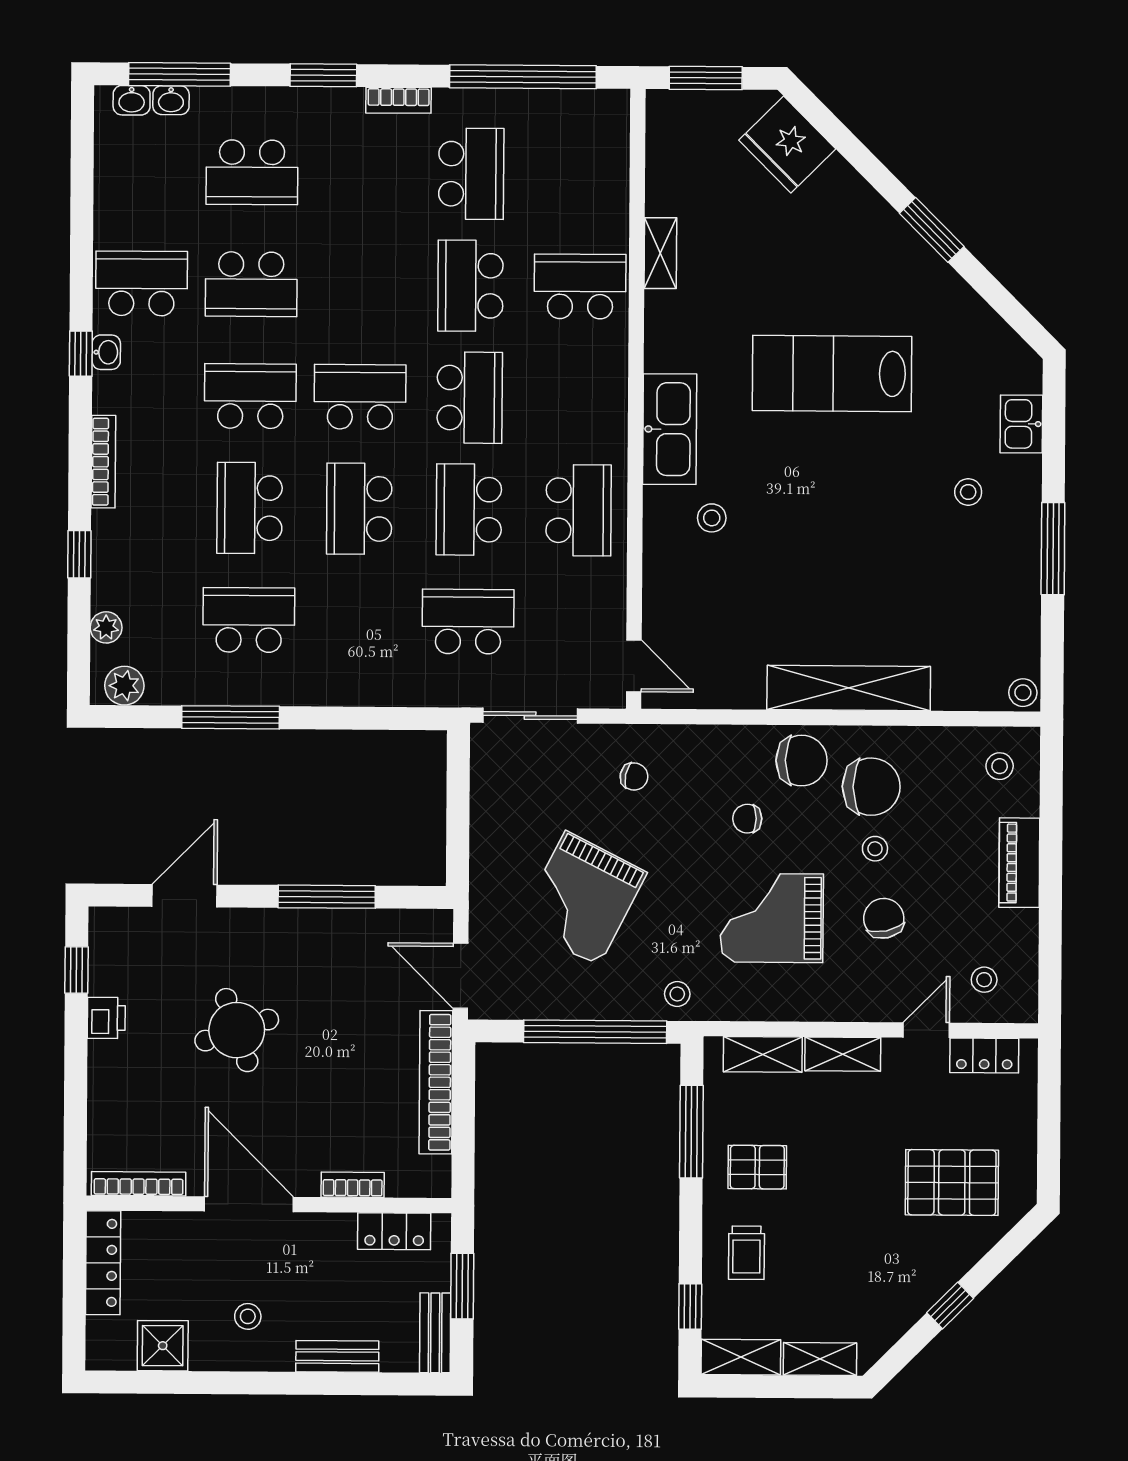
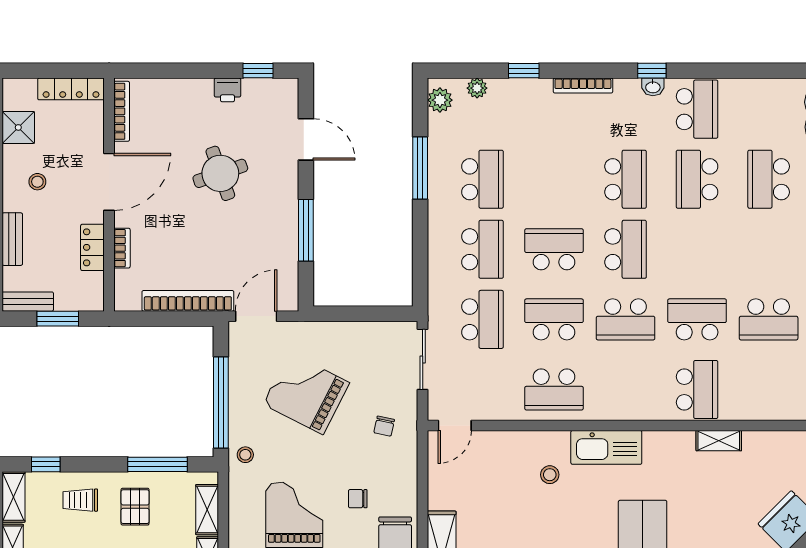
school desk: (250, 508) -> (482, 249), moved, turned 90
chair: (747, 819) -> (358, 499), turned -90
locker: (394, 1231) -> (92, 247), moved

